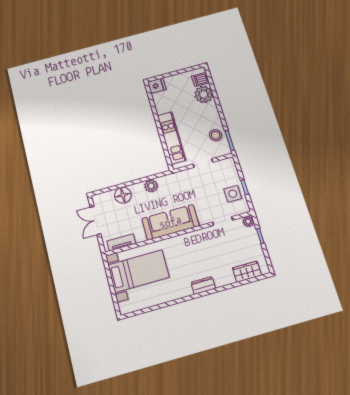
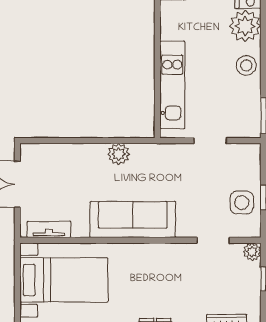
stool: (216, 135) -> (246, 65), moved
floor lamp: (123, 195) -> (70, 156), removed

